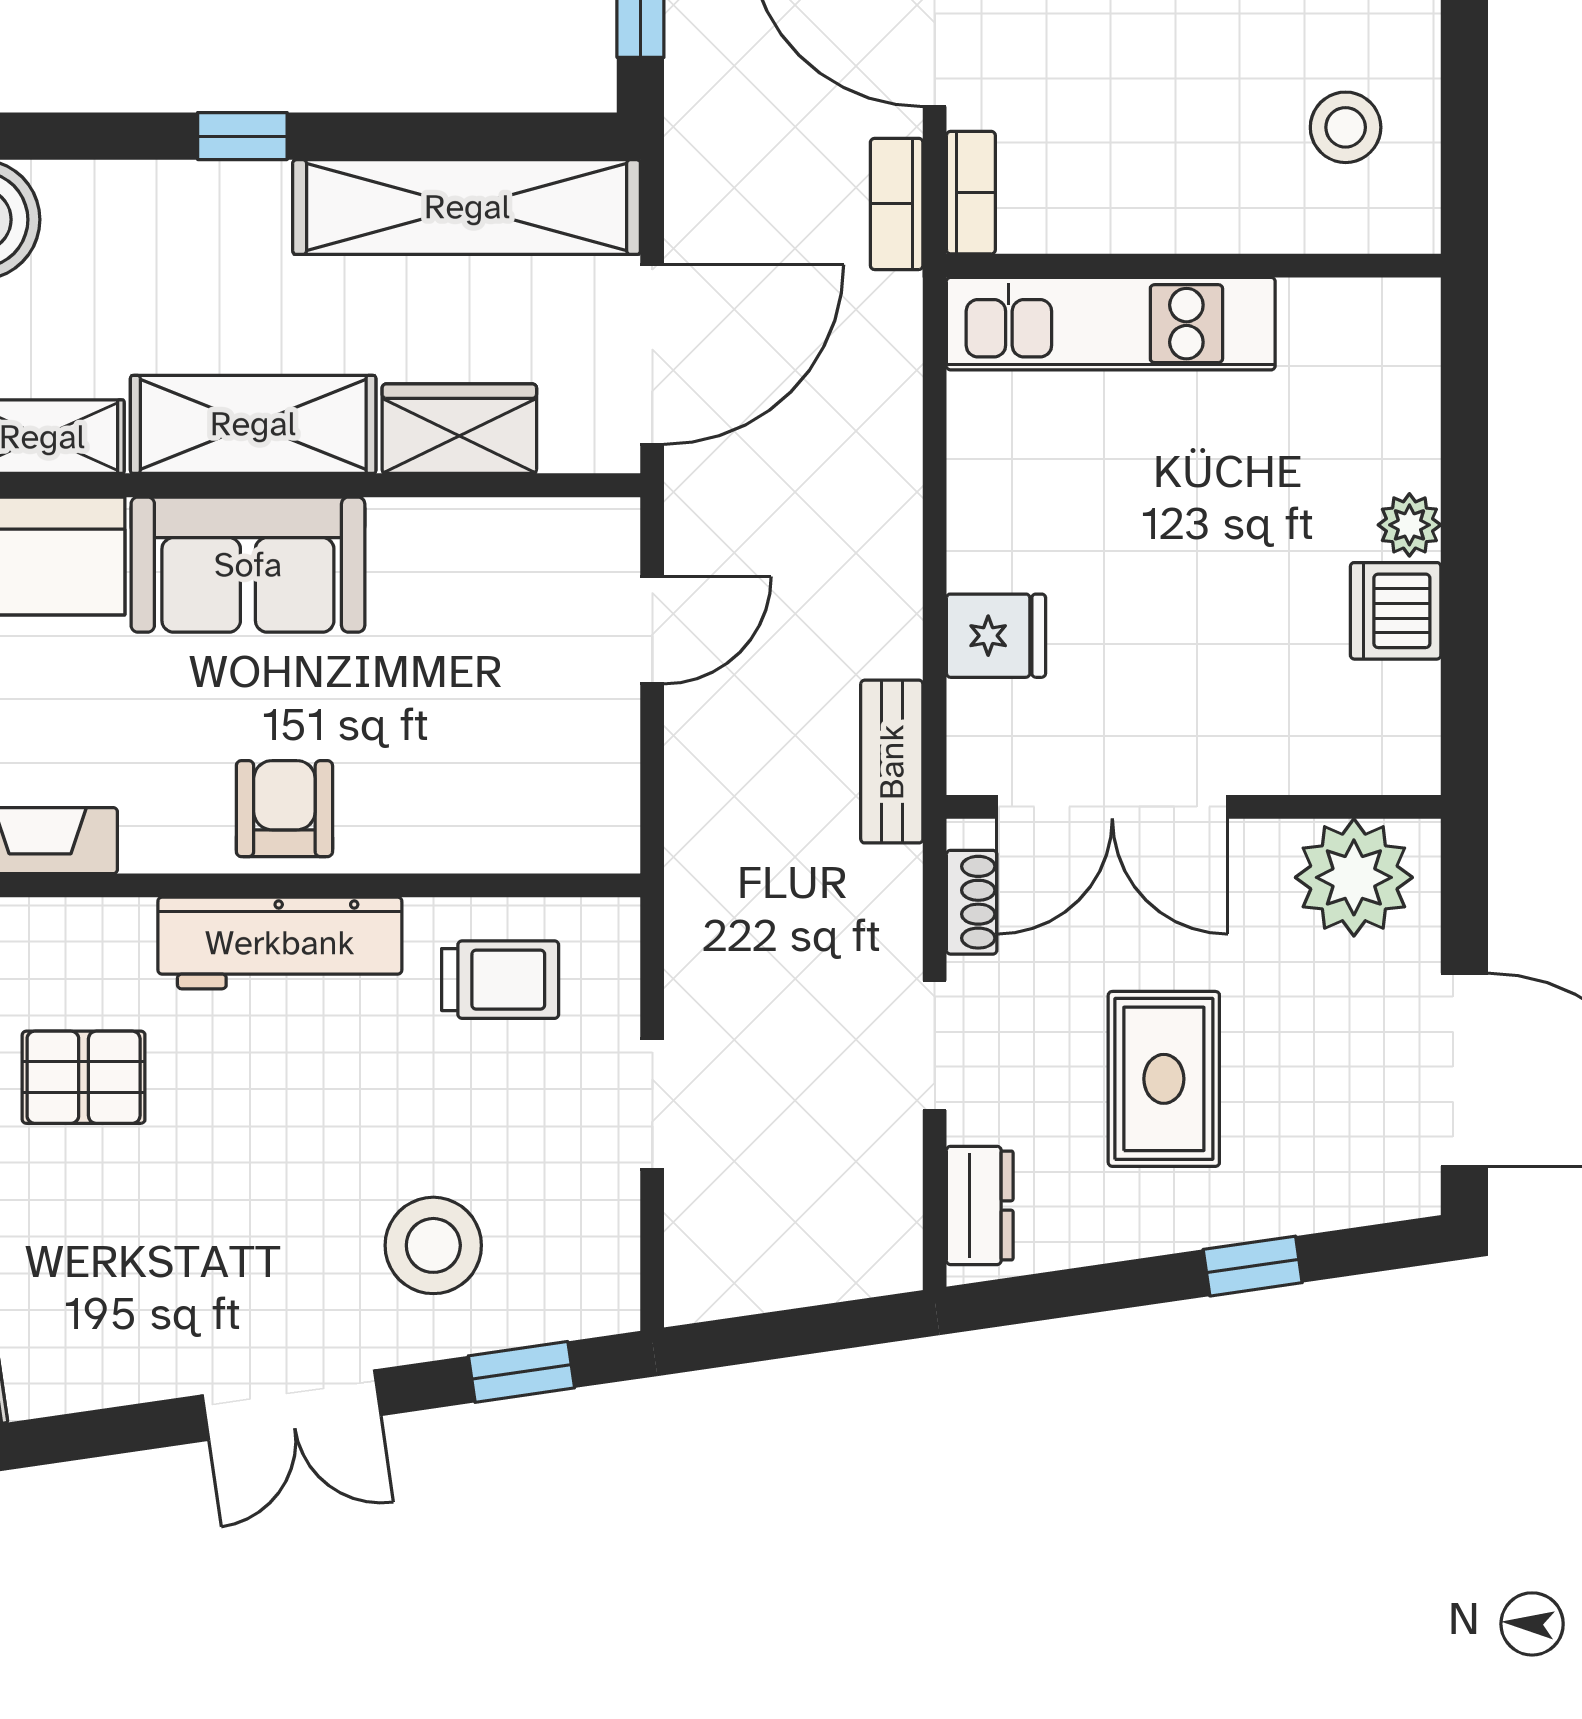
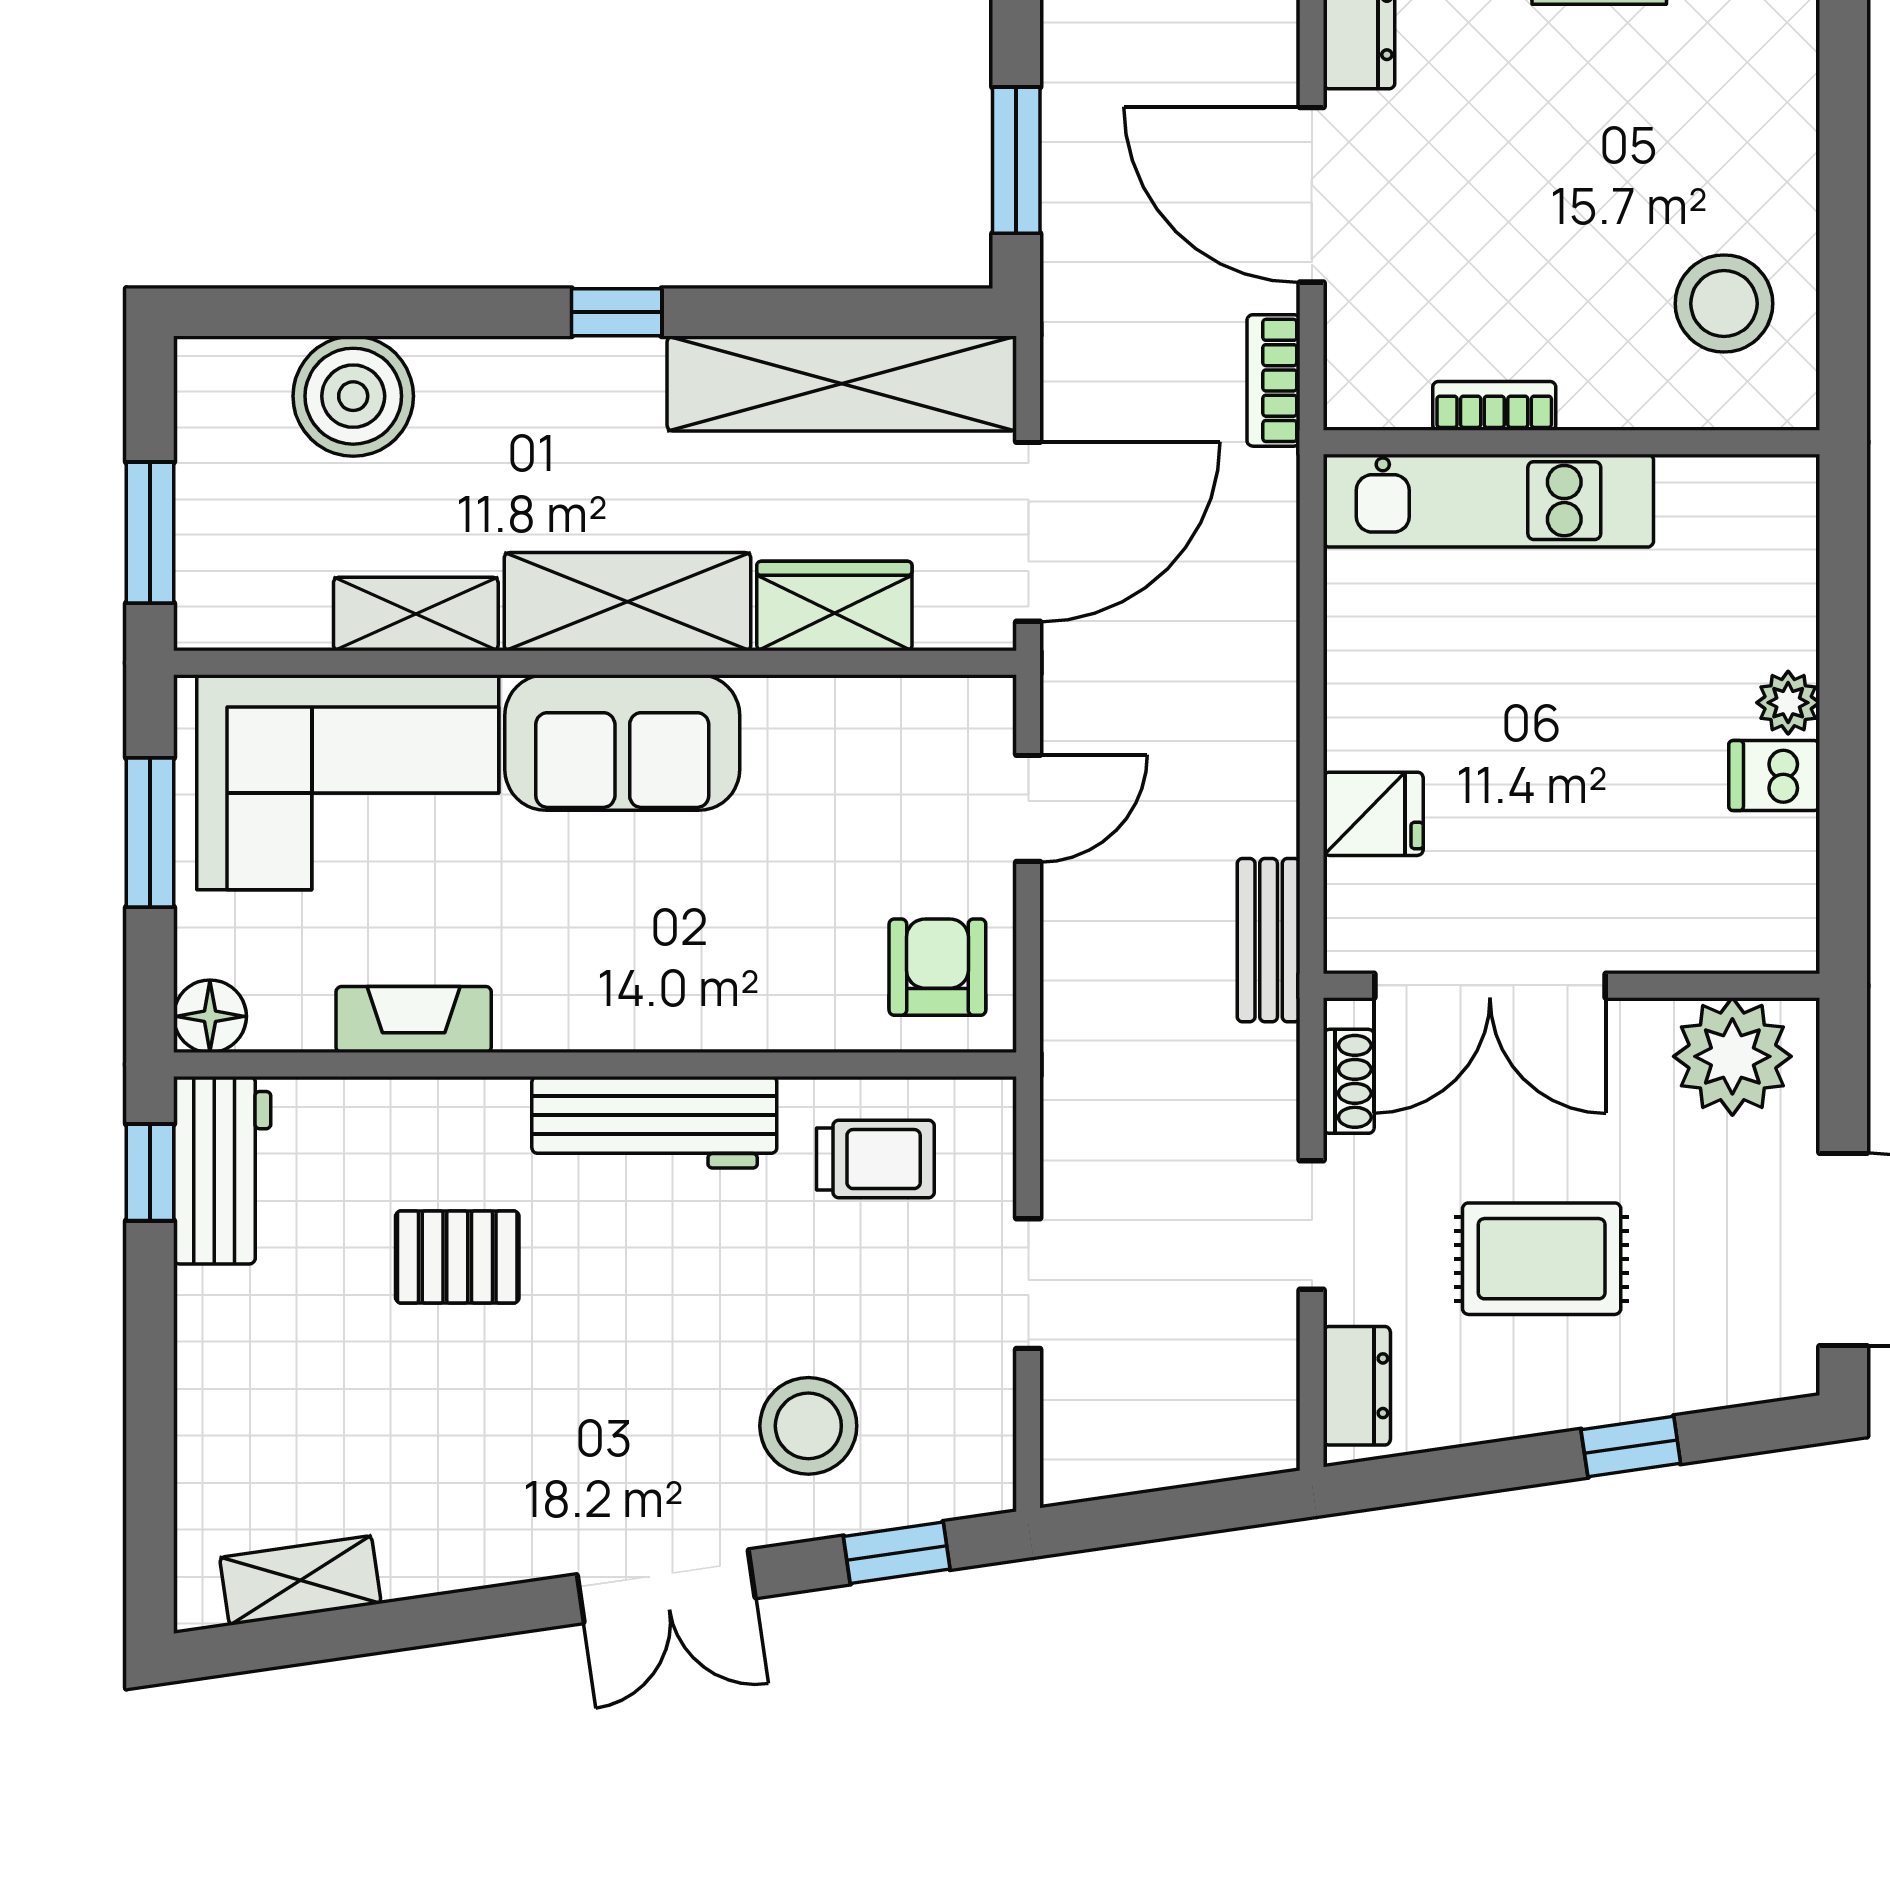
stool: (1346, 127) -> (1724, 304), width x1.38, depth x1.38
bookcase: (971, 193) -> (1494, 406), moved, turned -90
dishwasher: (1396, 611) -> (1774, 776), width x0.73
armchair: (284, 809) -> (937, 967), moved
rug: (1164, 1079) -> (1542, 1259), turned 90

